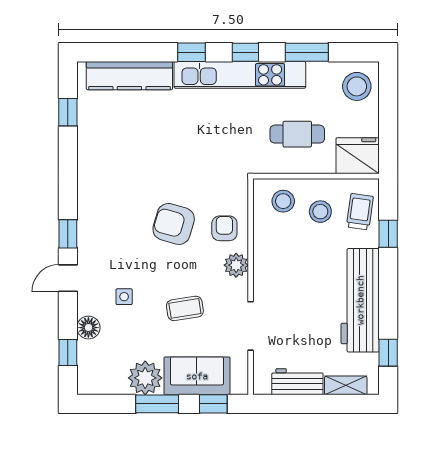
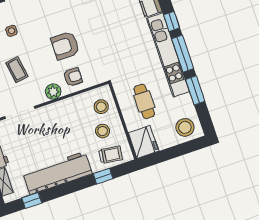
window: (245, 52) -> (183, 54), width x2.17
armchair: (174, 224) -> (65, 46), turned -106

